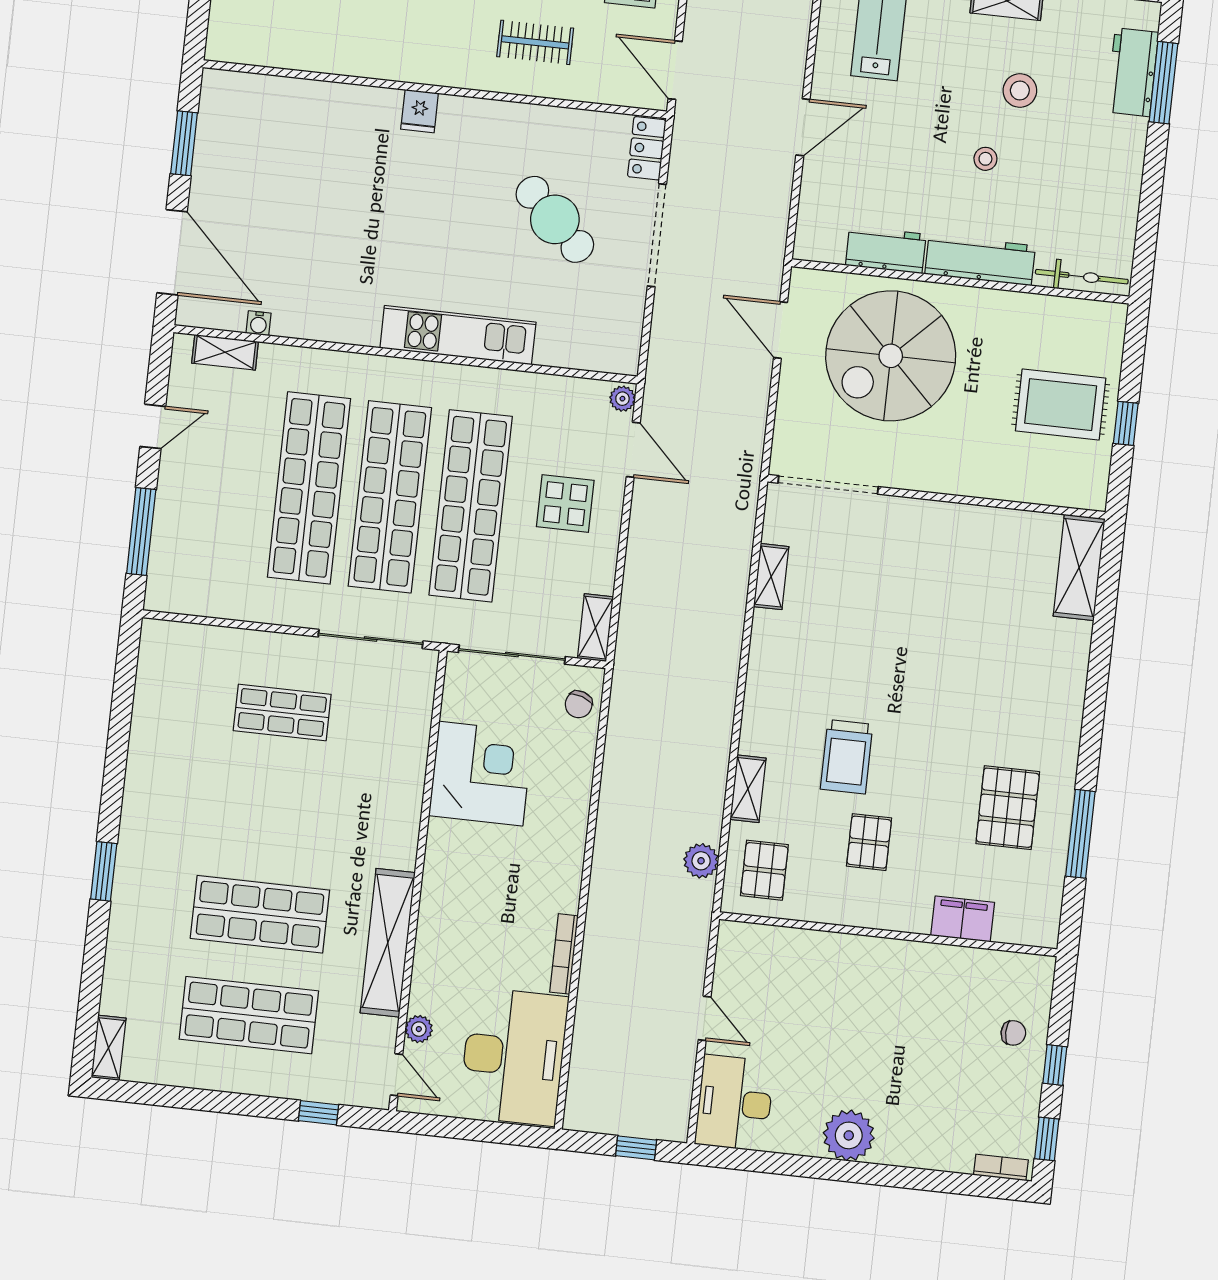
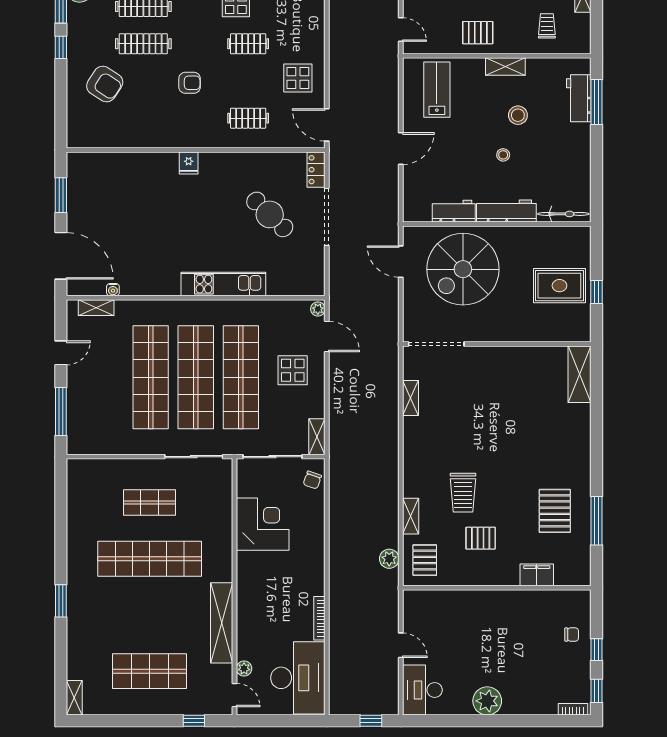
pallet: (869, 842) -> (481, 538), turned 90
shop shelf: (260, 914) -> (150, 559), moved, width x1.40

